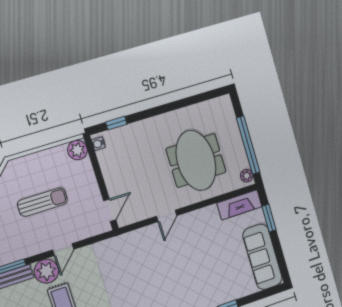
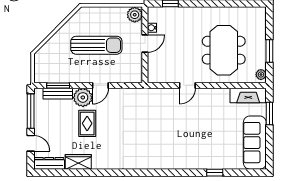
water cooler: (98, 144) -> (152, 28), moved
window: (248, 145) -> (269, 51), width x0.47
sun lounger: (42, 202) -> (96, 45), width x1.36, depth x1.34
door: (110, 210) -> (145, 44), moved

